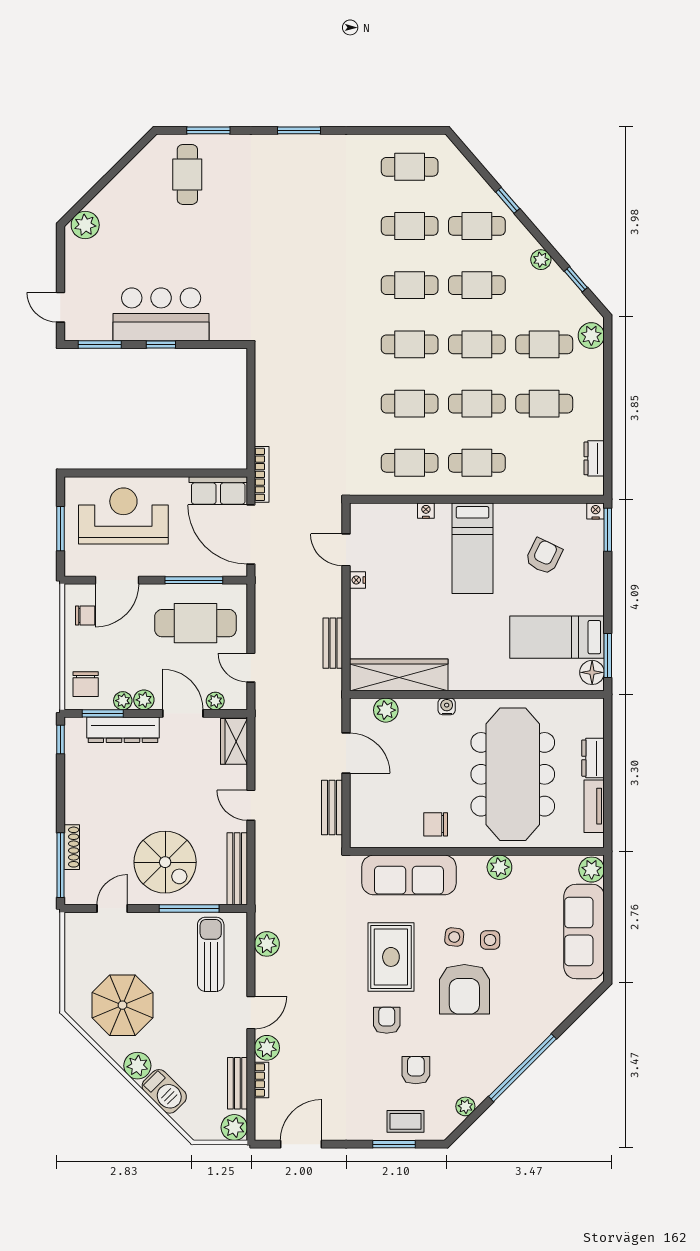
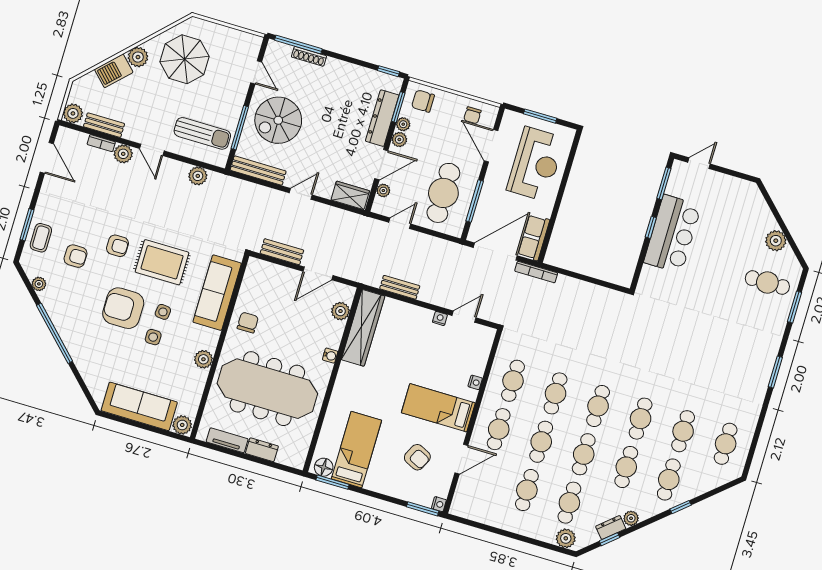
plant: (85, 225) -> (776, 241), moved
dresser: (594, 458) -> (611, 527), moved, turned -41
door: (529, 499) -> (461, 459), added

